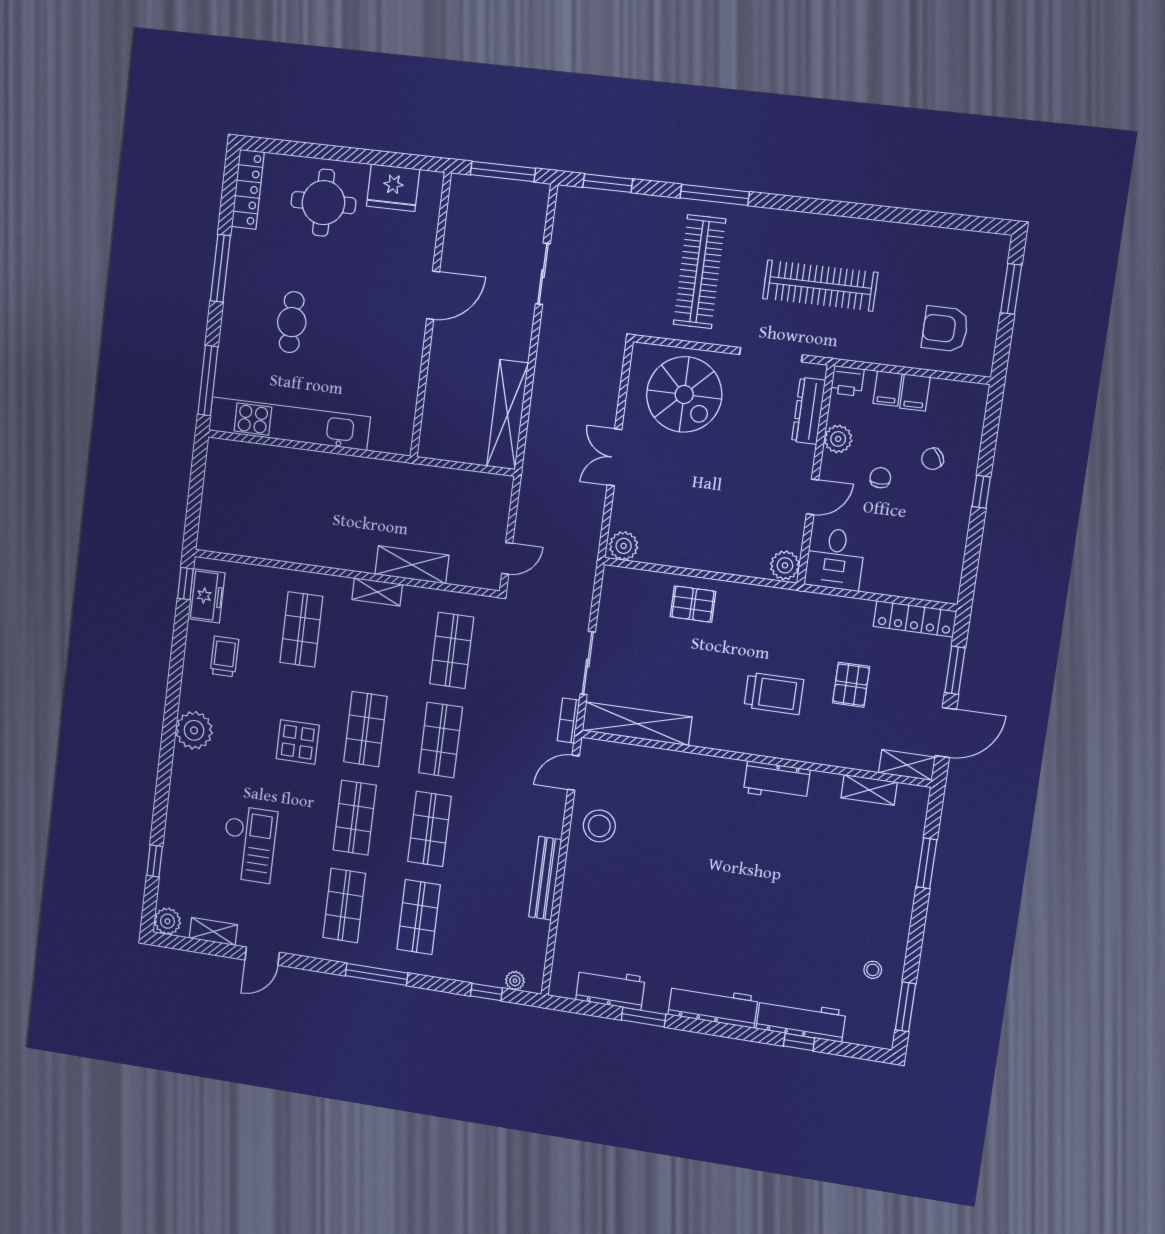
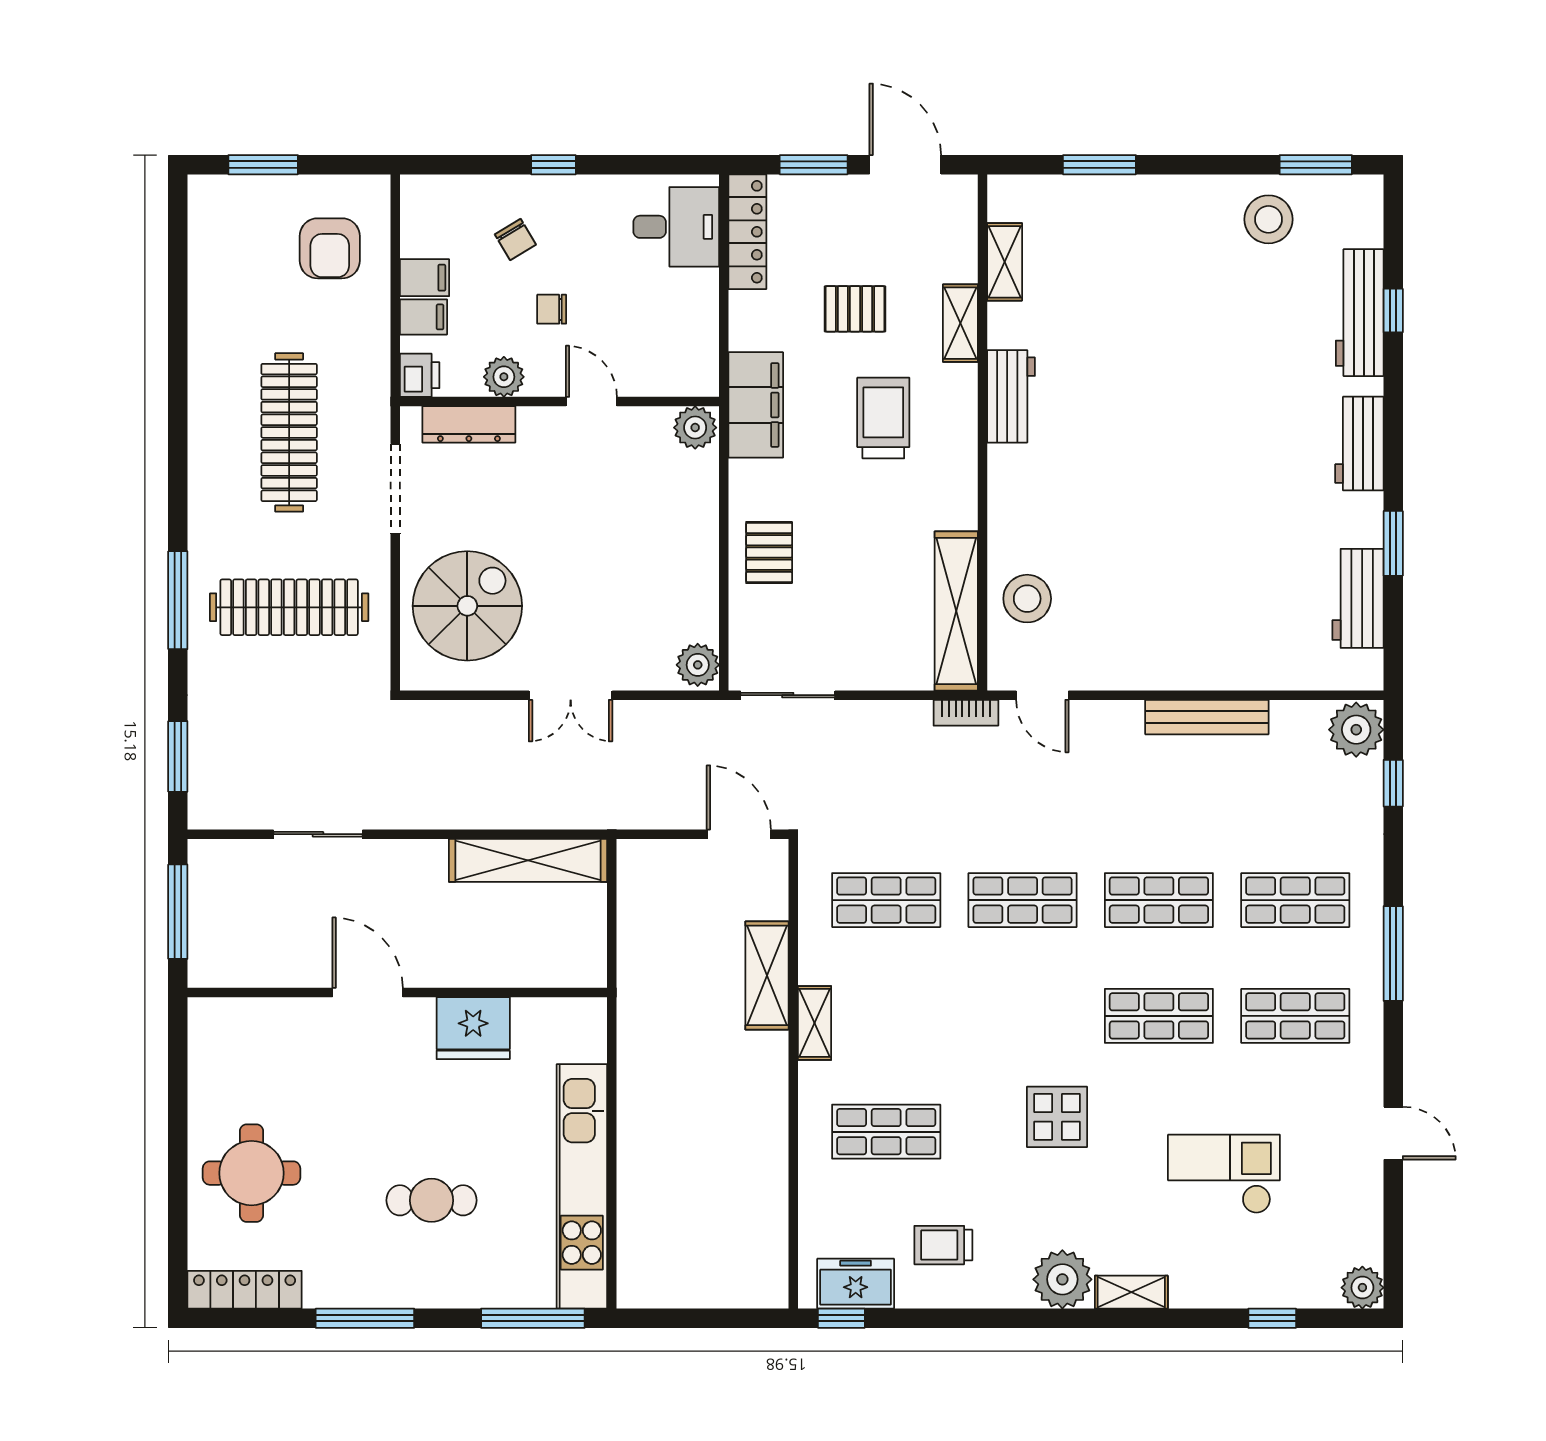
fridge: (393, 188) -> (473, 1028), moved, turned 90
door: (507, 558) -> (739, 834), width x1.38
desk: (835, 559) -> (676, 227), moved
filing cabinet: (795, 608) -> (756, 405), added
sliding door: (588, 663) -> (788, 695), moved
shop shelf: (365, 729) -> (1023, 1016), removed
shelving: (907, 765) -> (960, 323), moved
stool: (599, 826) -> (1027, 599), moved
shelving: (213, 931) -> (1131, 1292), moved, turned 90
stool: (873, 970) -> (1269, 219), width x1.89, depth x1.89
plant: (515, 981) -> (1356, 730), width x1.87, depth x1.87
workbench: (713, 1006) -> (1359, 444), width x0.73

